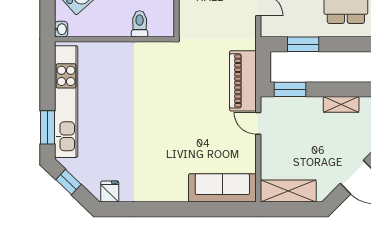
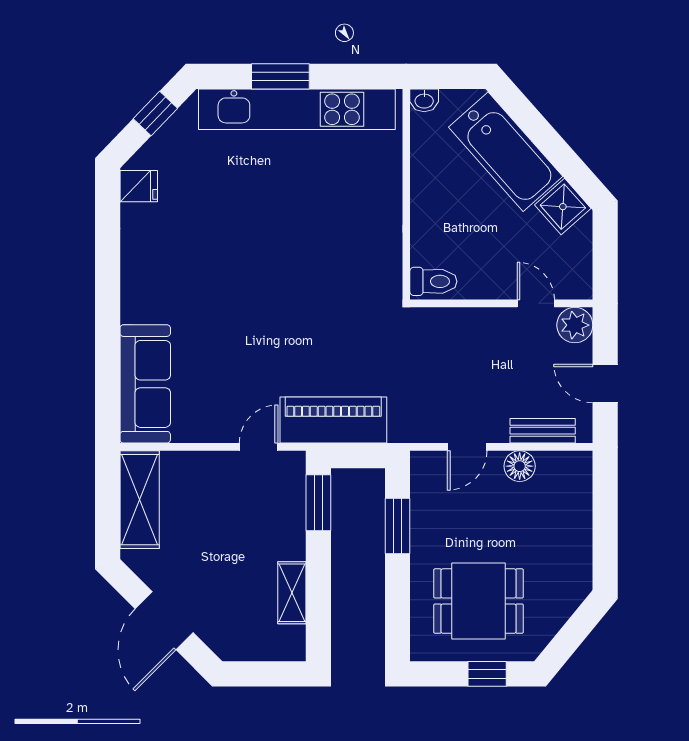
toilet: (140, 24) -> (433, 281), moved
window: (47, 127) -> (280, 76), moved

